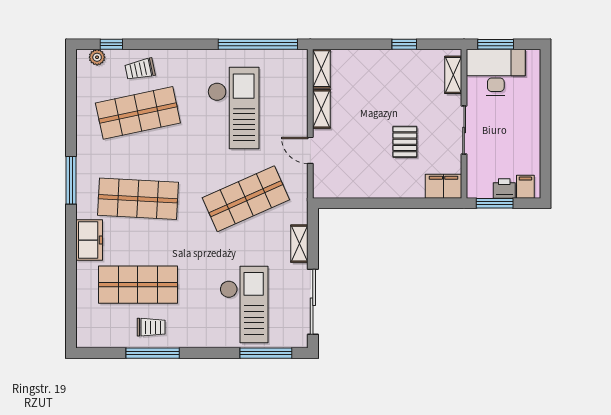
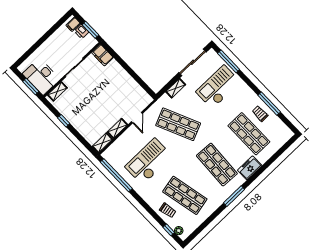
pallet: (405, 142) -> (100, 85), removed

